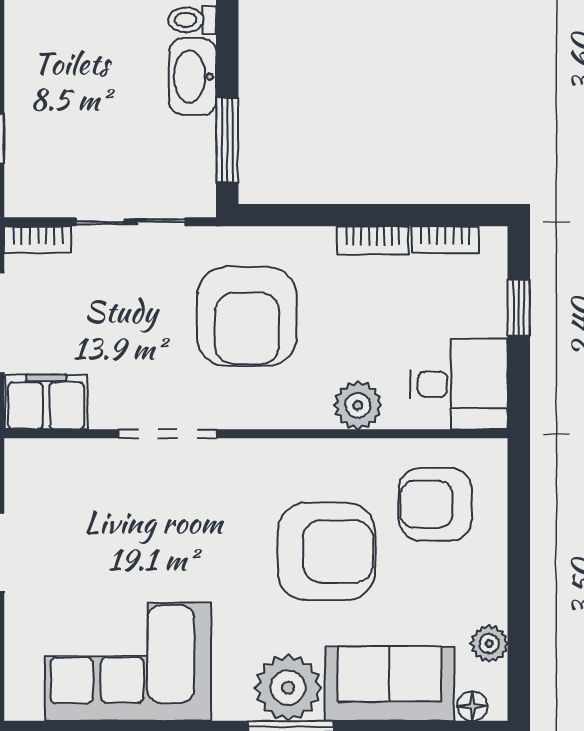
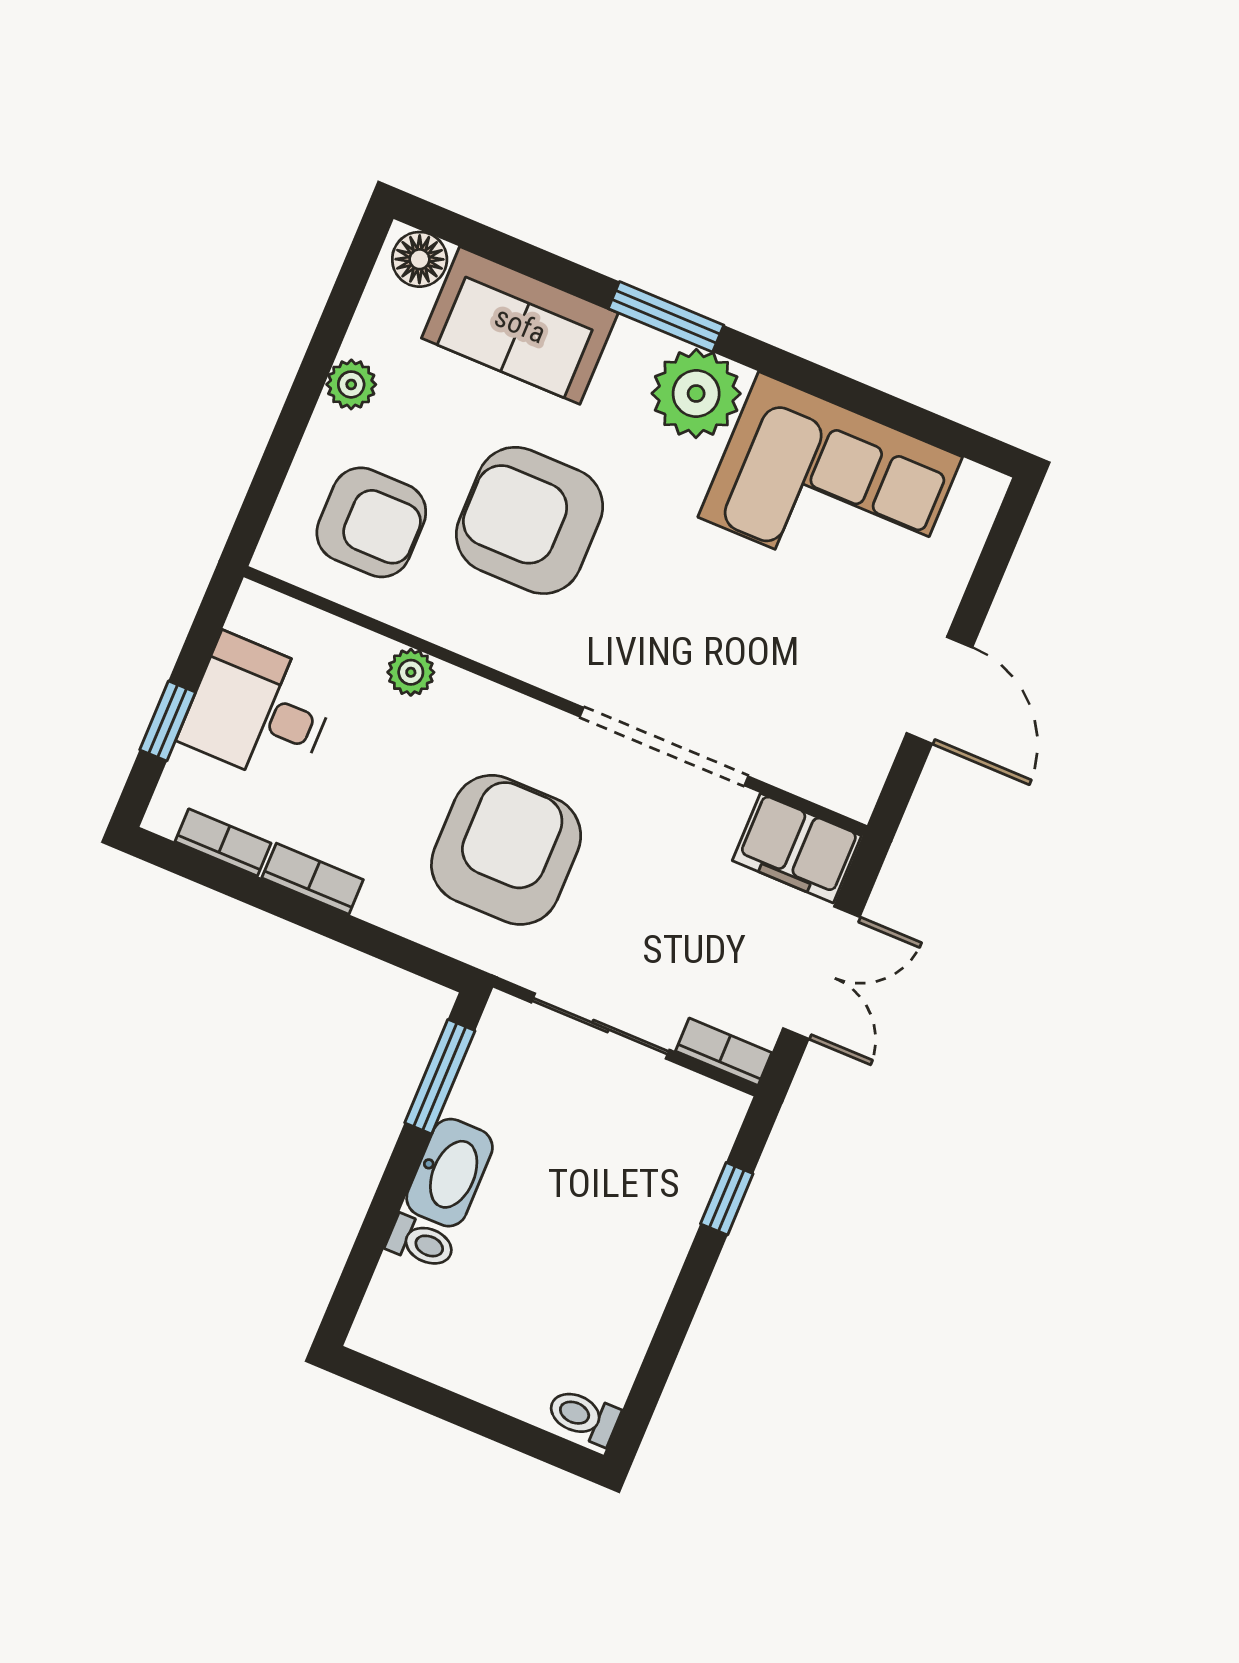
desk: (459, 384) -> (259, 710), moved
plant: (358, 405) -> (411, 672), width x0.73, depth x0.73
doorway: (168, 434) -> (664, 746), width x1.36
plant: (489, 644) -> (351, 384), moved
plant: (288, 688) -> (696, 394), moved
floor lamp: (472, 706) -> (420, 259), width x1.37, depth x1.37

